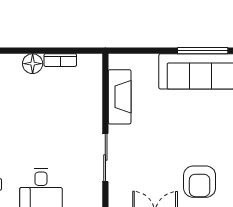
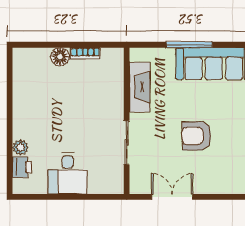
window: (203, 51) -> (189, 45), moved
armchair: (200, 182) -> (197, 136), moved, turned 90

